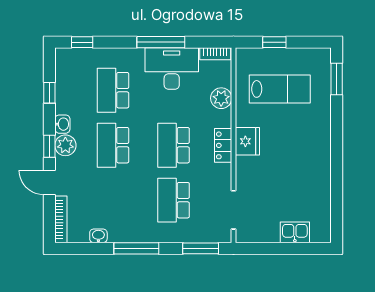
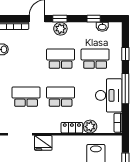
window: (82, 42) -> (125, 54), moved
washbasin: (62, 124) -> (102, 27), moved
fridge: (247, 141) -> (43, 143), moved
locker: (223, 145) -> (72, 128), moved

